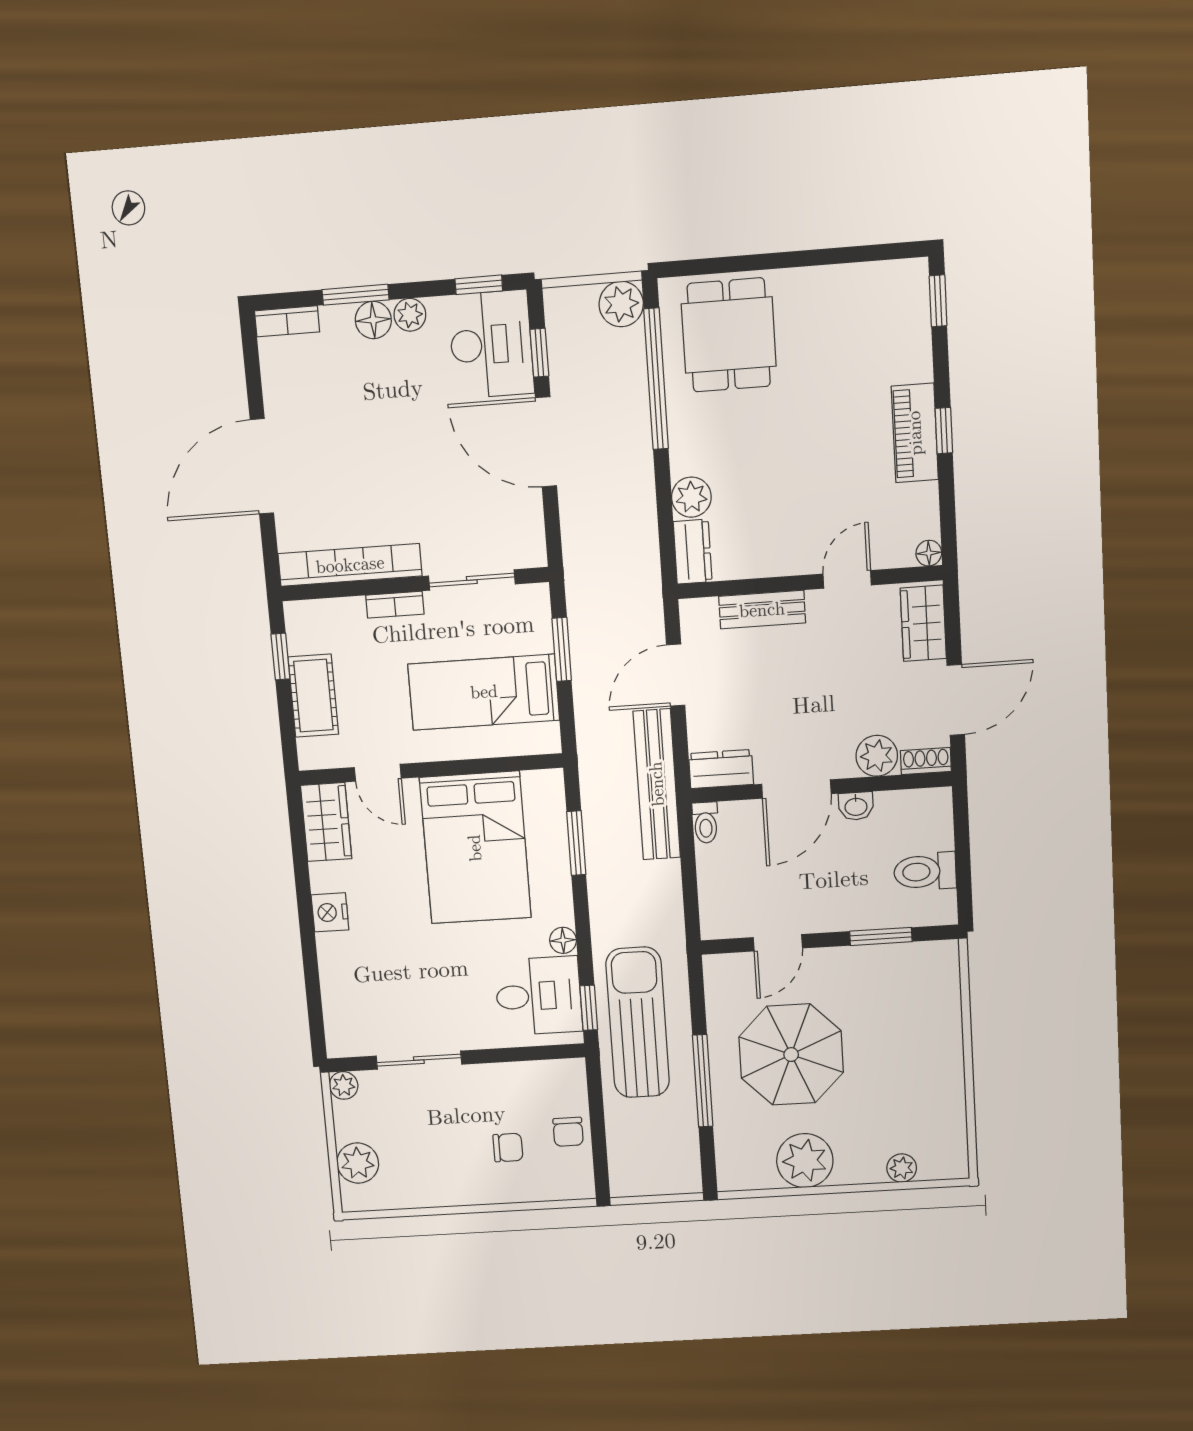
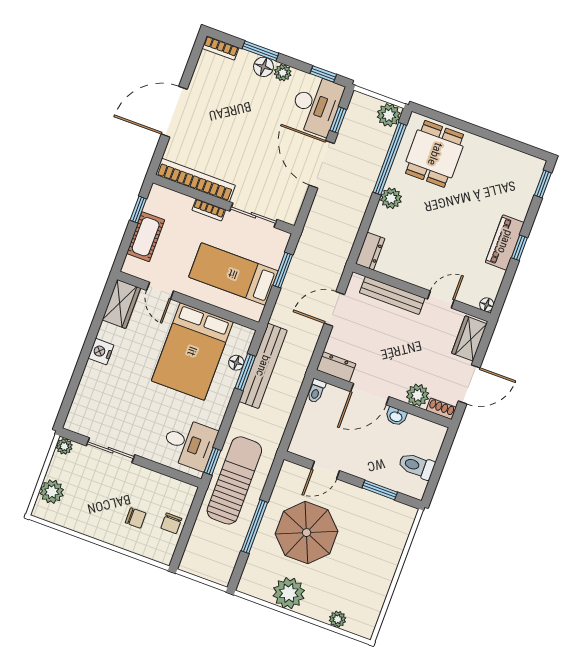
plant: (691, 497) -> (391, 198), moved
bench: (762, 610) -> (392, 295), width x1.36
bench: (657, 784) -> (263, 366), moved
floor lamp: (563, 940) -> (236, 363), moved

